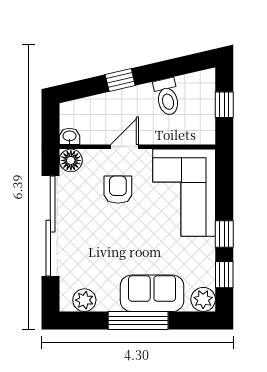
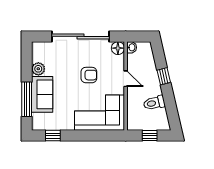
armchair: (118, 190) -> (89, 75), moved
window: (224, 234) -> (76, 136), removed
plant: (203, 299) -> (39, 124), removed
plant: (84, 300) -> (38, 69), moved
window: (138, 321) -> (27, 99), moved

